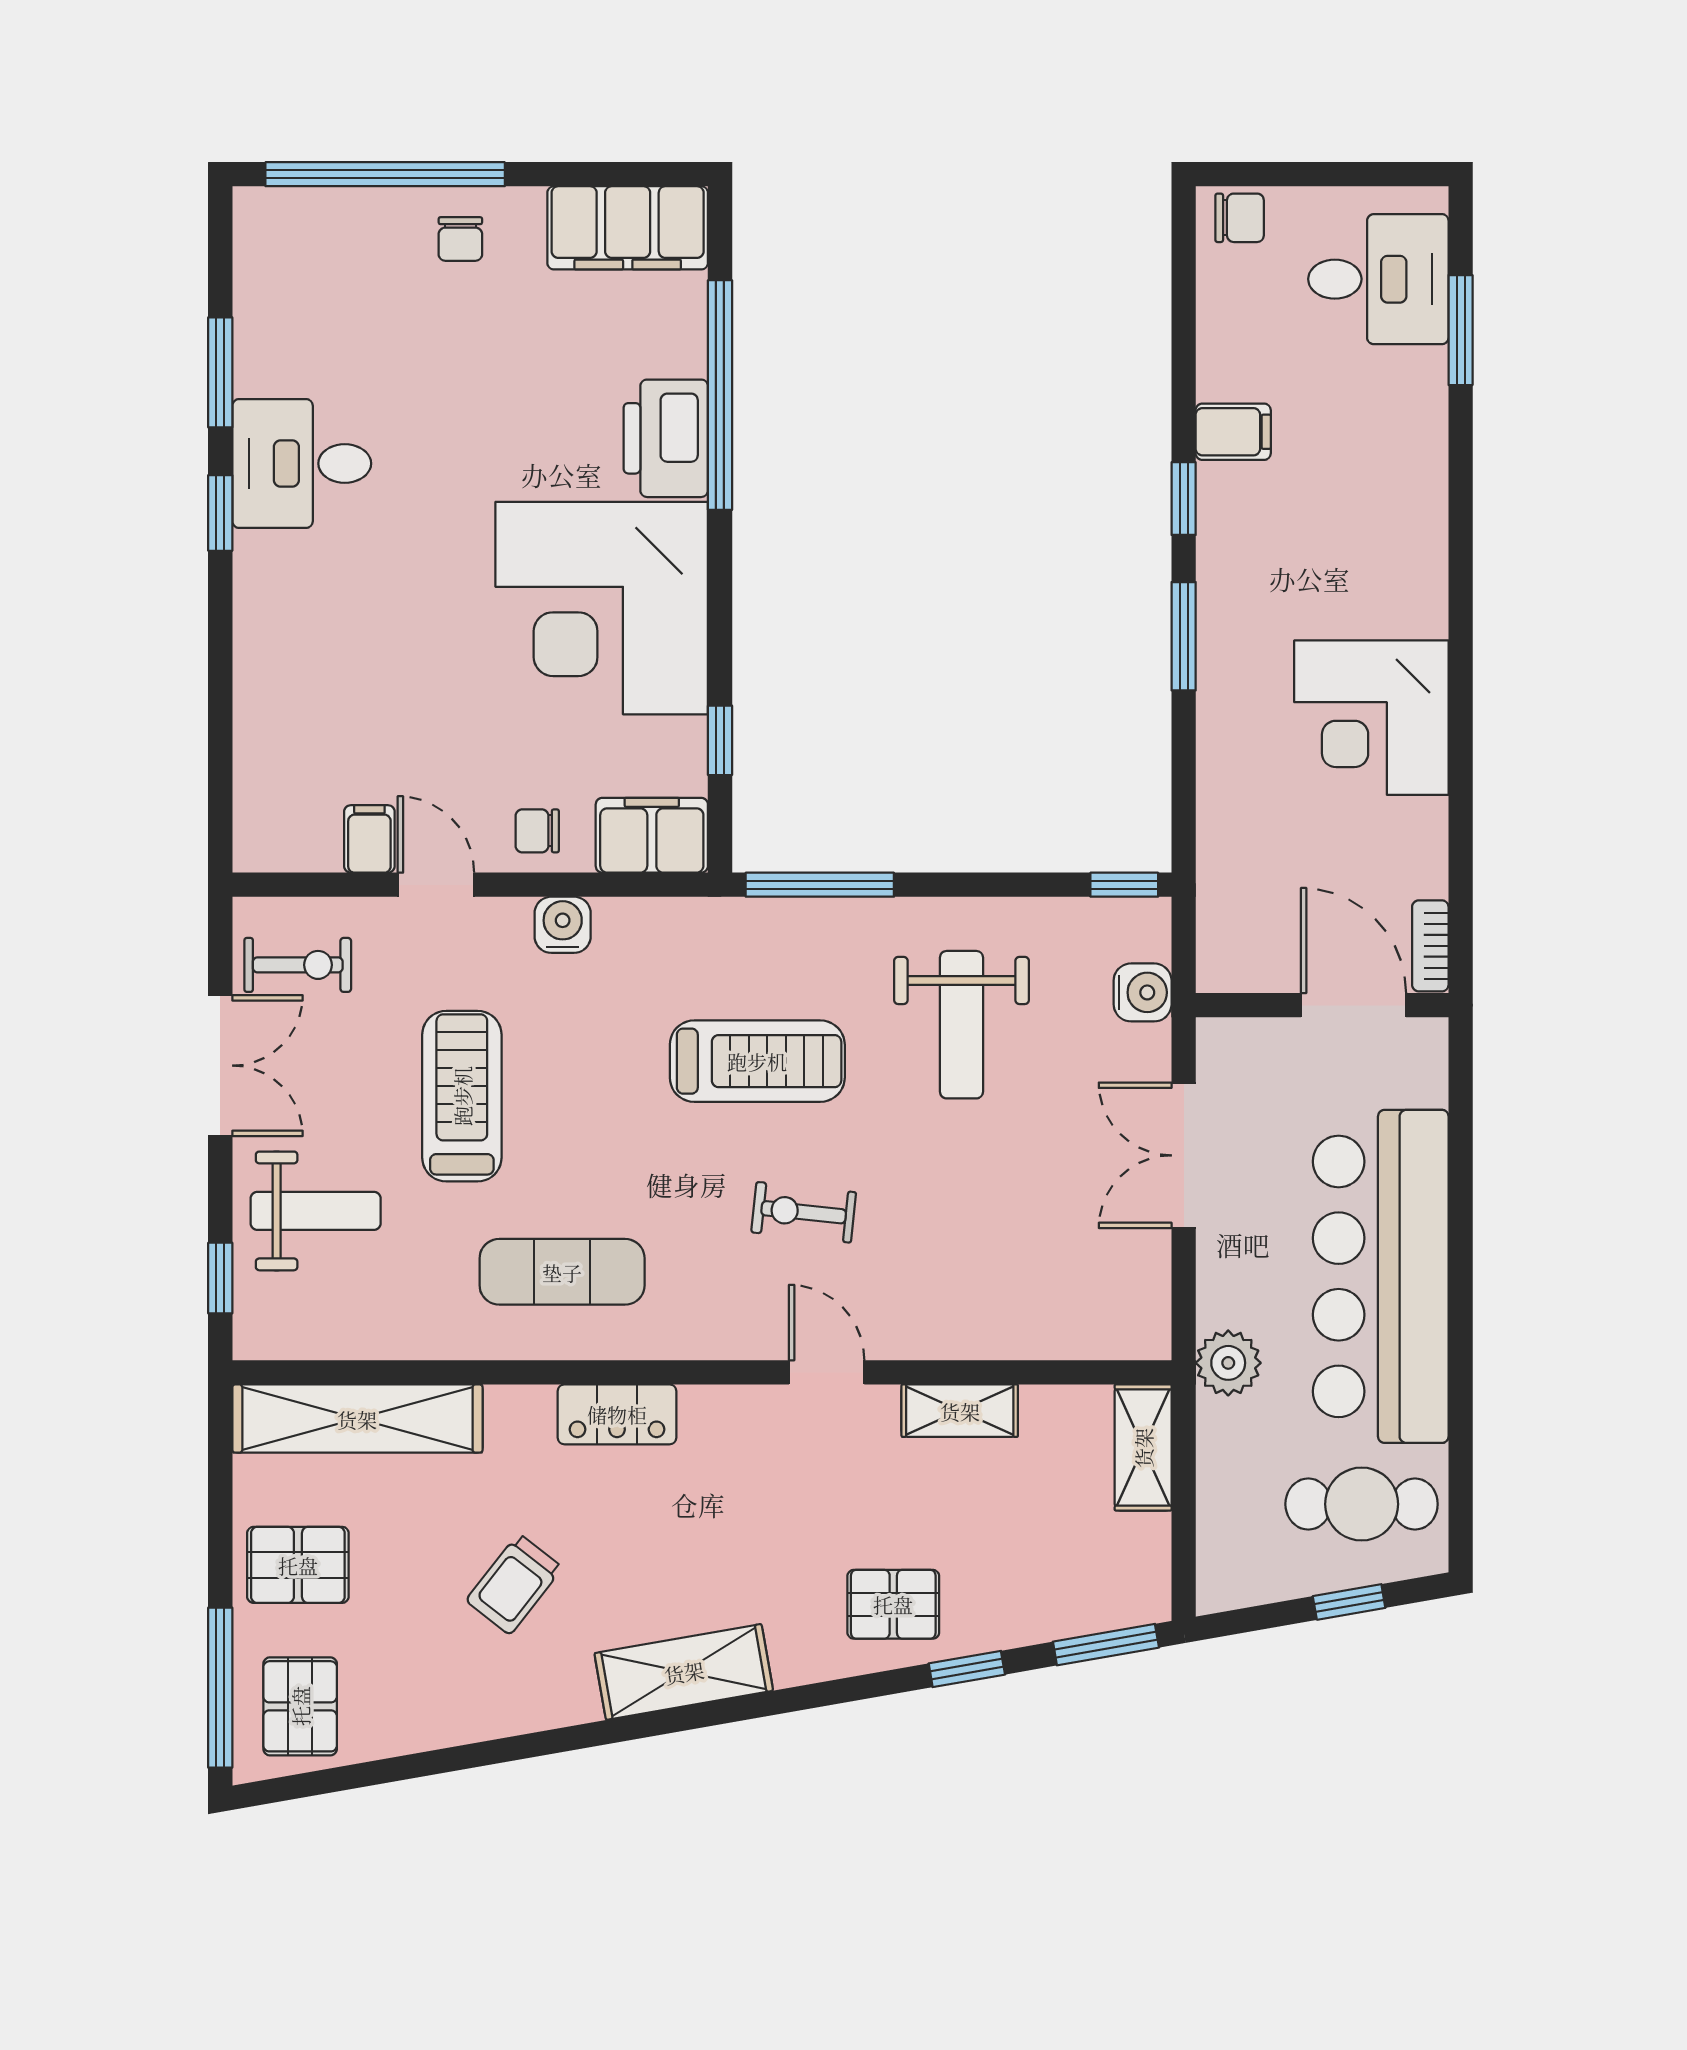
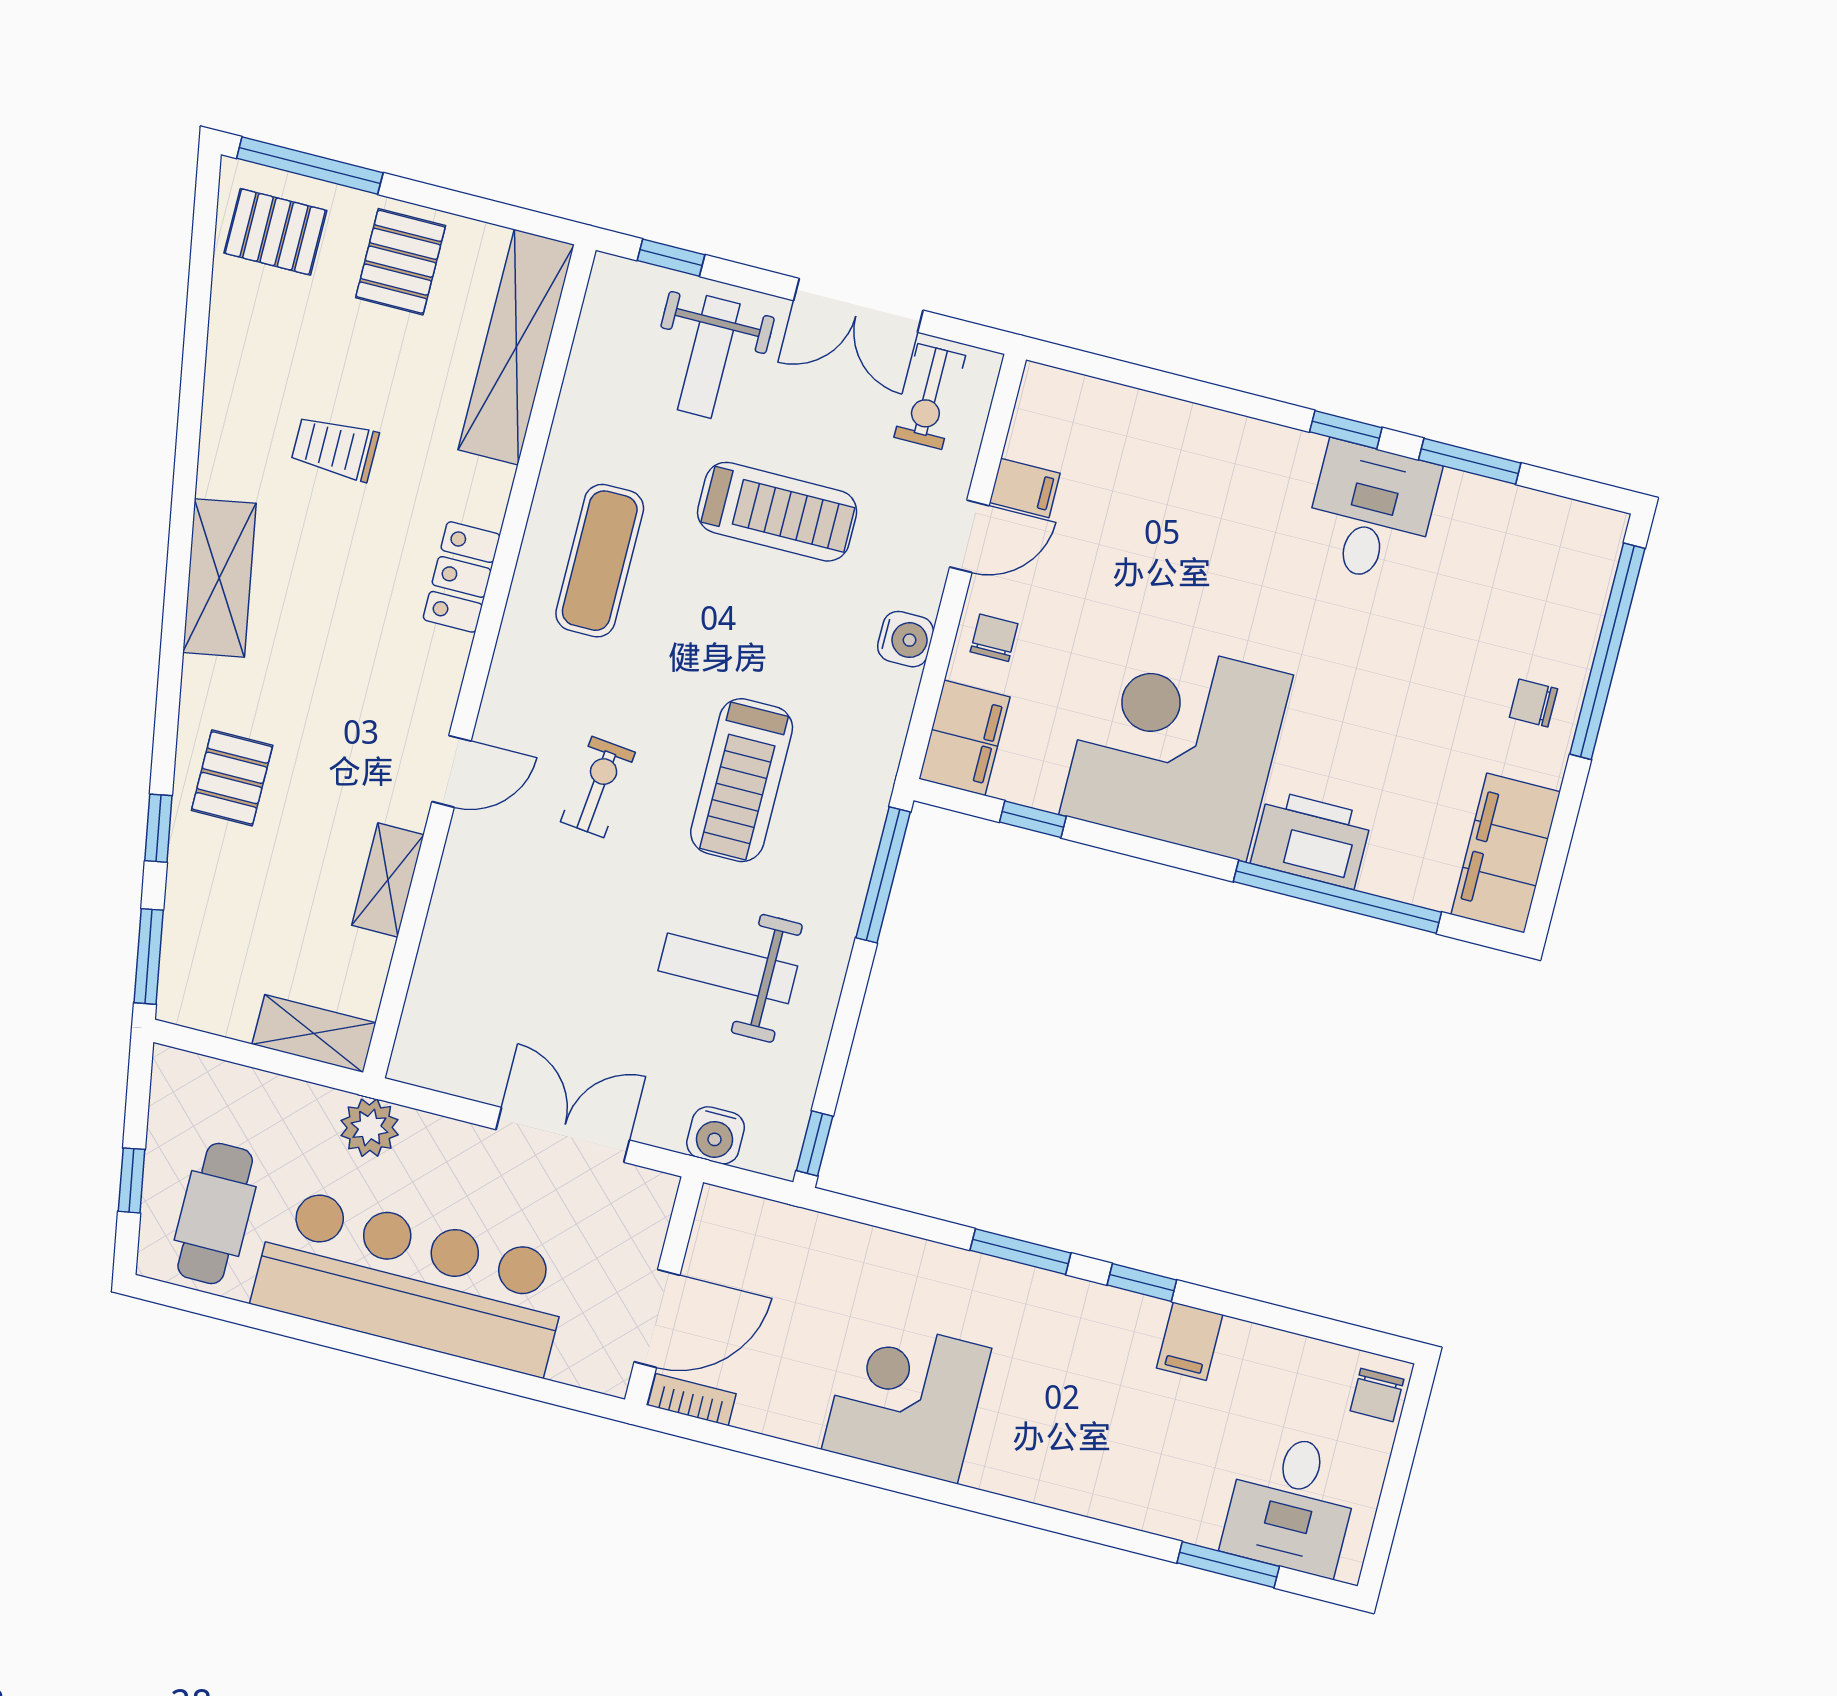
trolley: (514, 1584) -> (335, 448), turned -38

